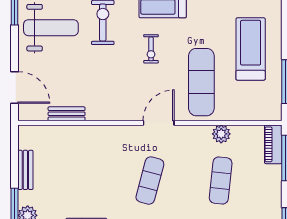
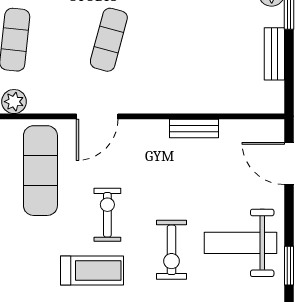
exercise bike: (151, 49) -> (107, 215), width x1.38, depth x1.39
bench: (67, 114) -> (194, 128), moved

